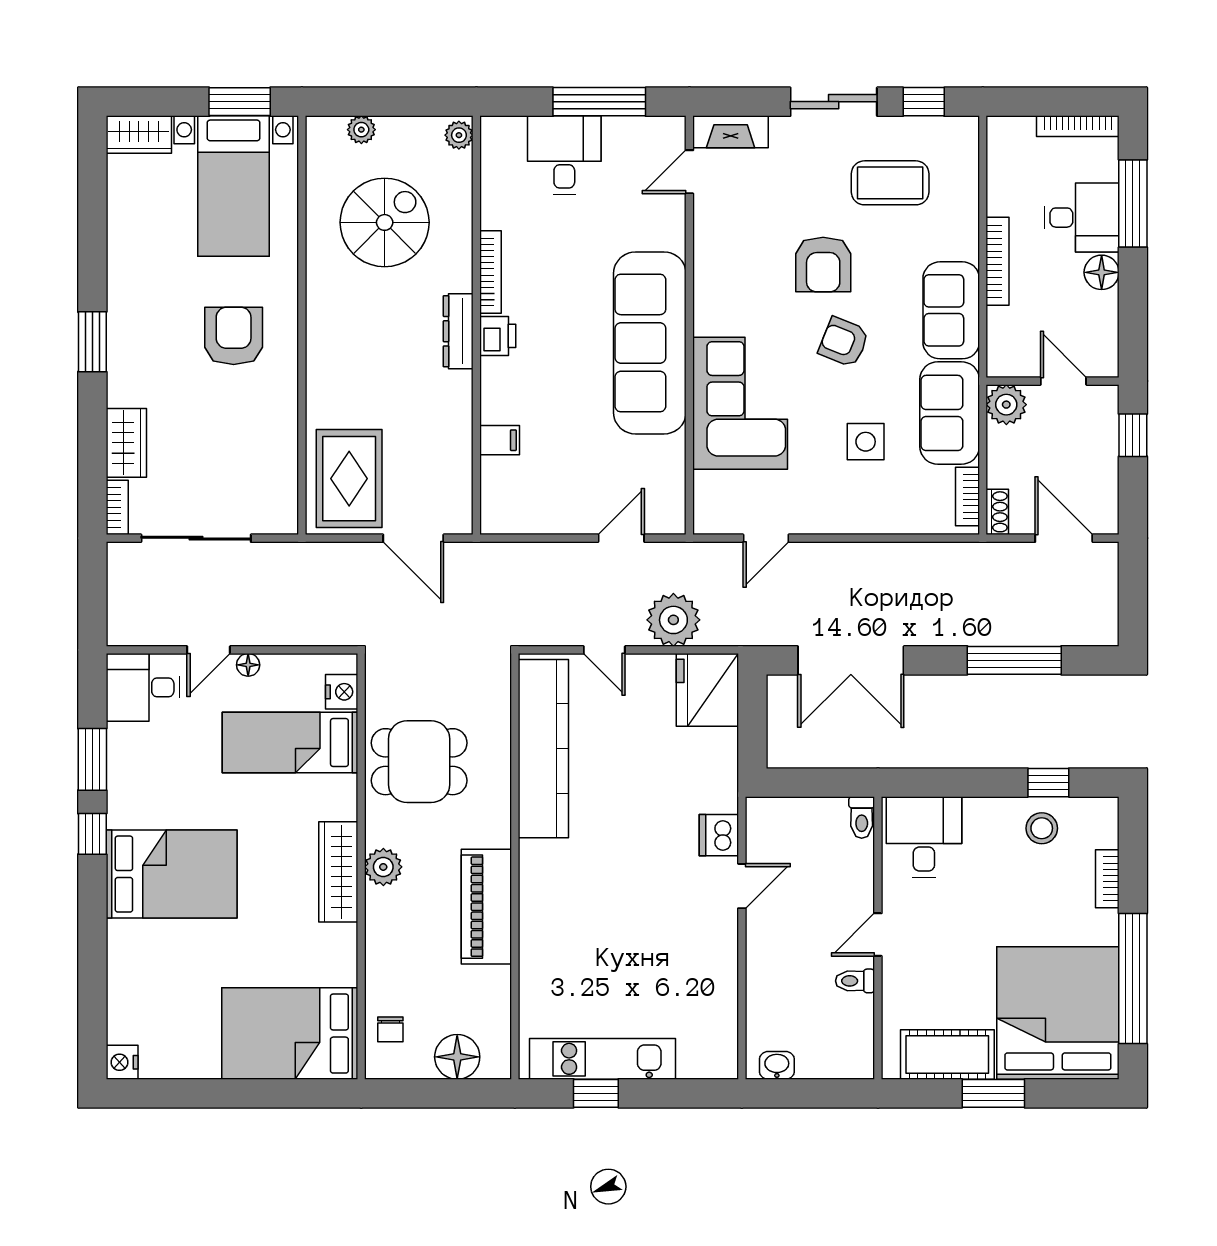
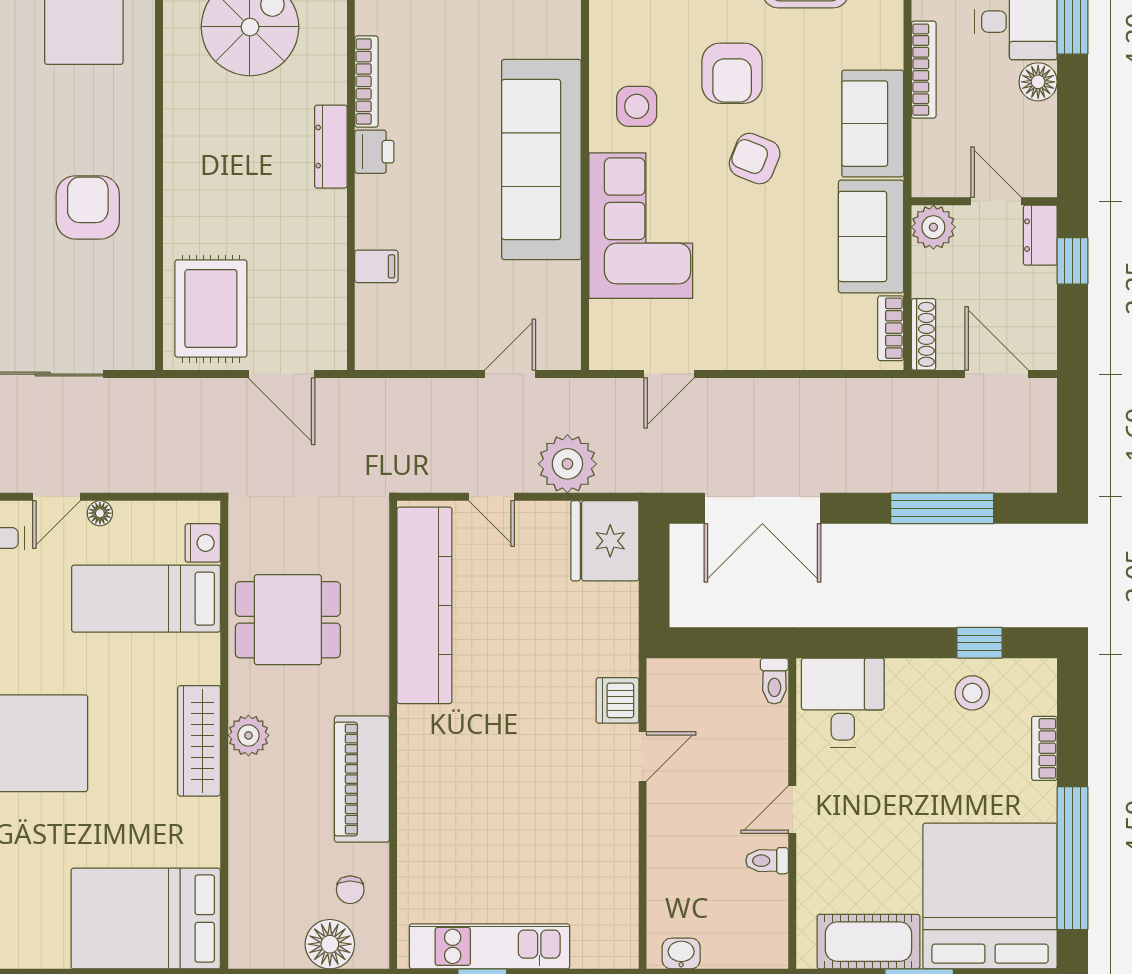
armchair: (234, 336) -> (88, 207), moved
dresser: (1104, 412) -> (1040, 235), added
side table: (866, 442) -> (637, 106), moved
shoe rack: (997, 512) -> (923, 334), width x1.43
chair: (390, 1029) -> (350, 890), moved

